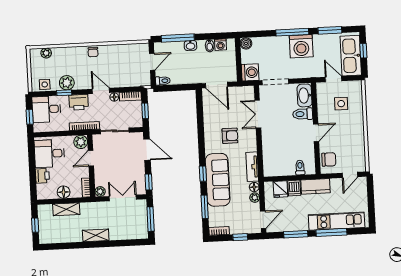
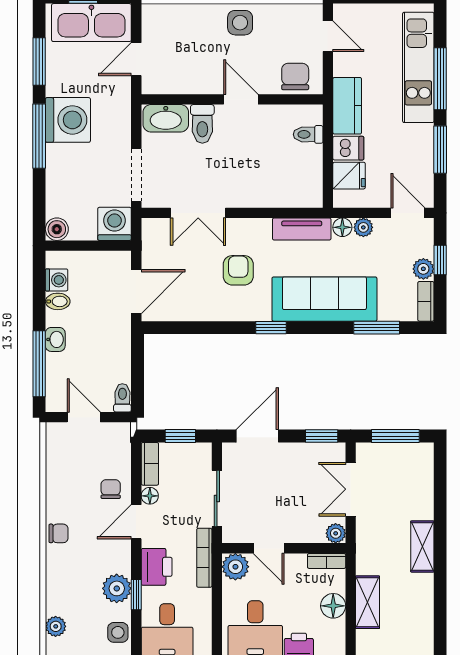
chair: (117, 77) -> (111, 489), added
side table: (341, 104) -> (240, 23), moved
window: (203, 174) -> (271, 328), moved
plant: (235, 229) -> (423, 269), added

